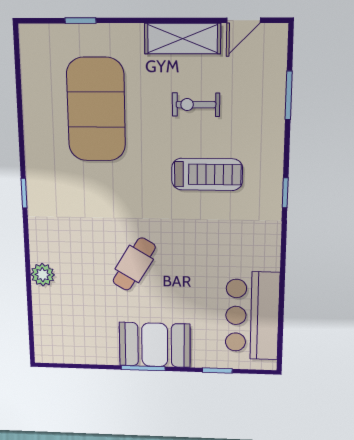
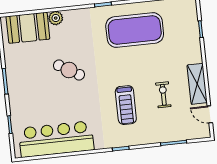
exercise mat: (96, 110) -> (135, 30), moved
bar counter: (252, 316) -> (56, 139), width x1.36
booth: (155, 345) -> (28, 28), moved, turned 90

